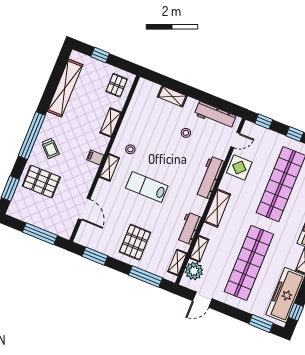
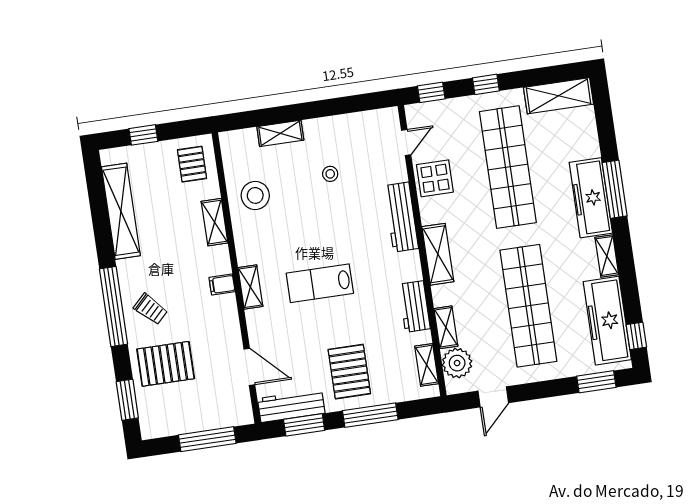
workbench: (215, 115) -> (291, 406), moved, turned 180
stool: (130, 149) -> (255, 195), moved, width x1.89, depth x1.89
window: (146, 277) -> (370, 415), moved

